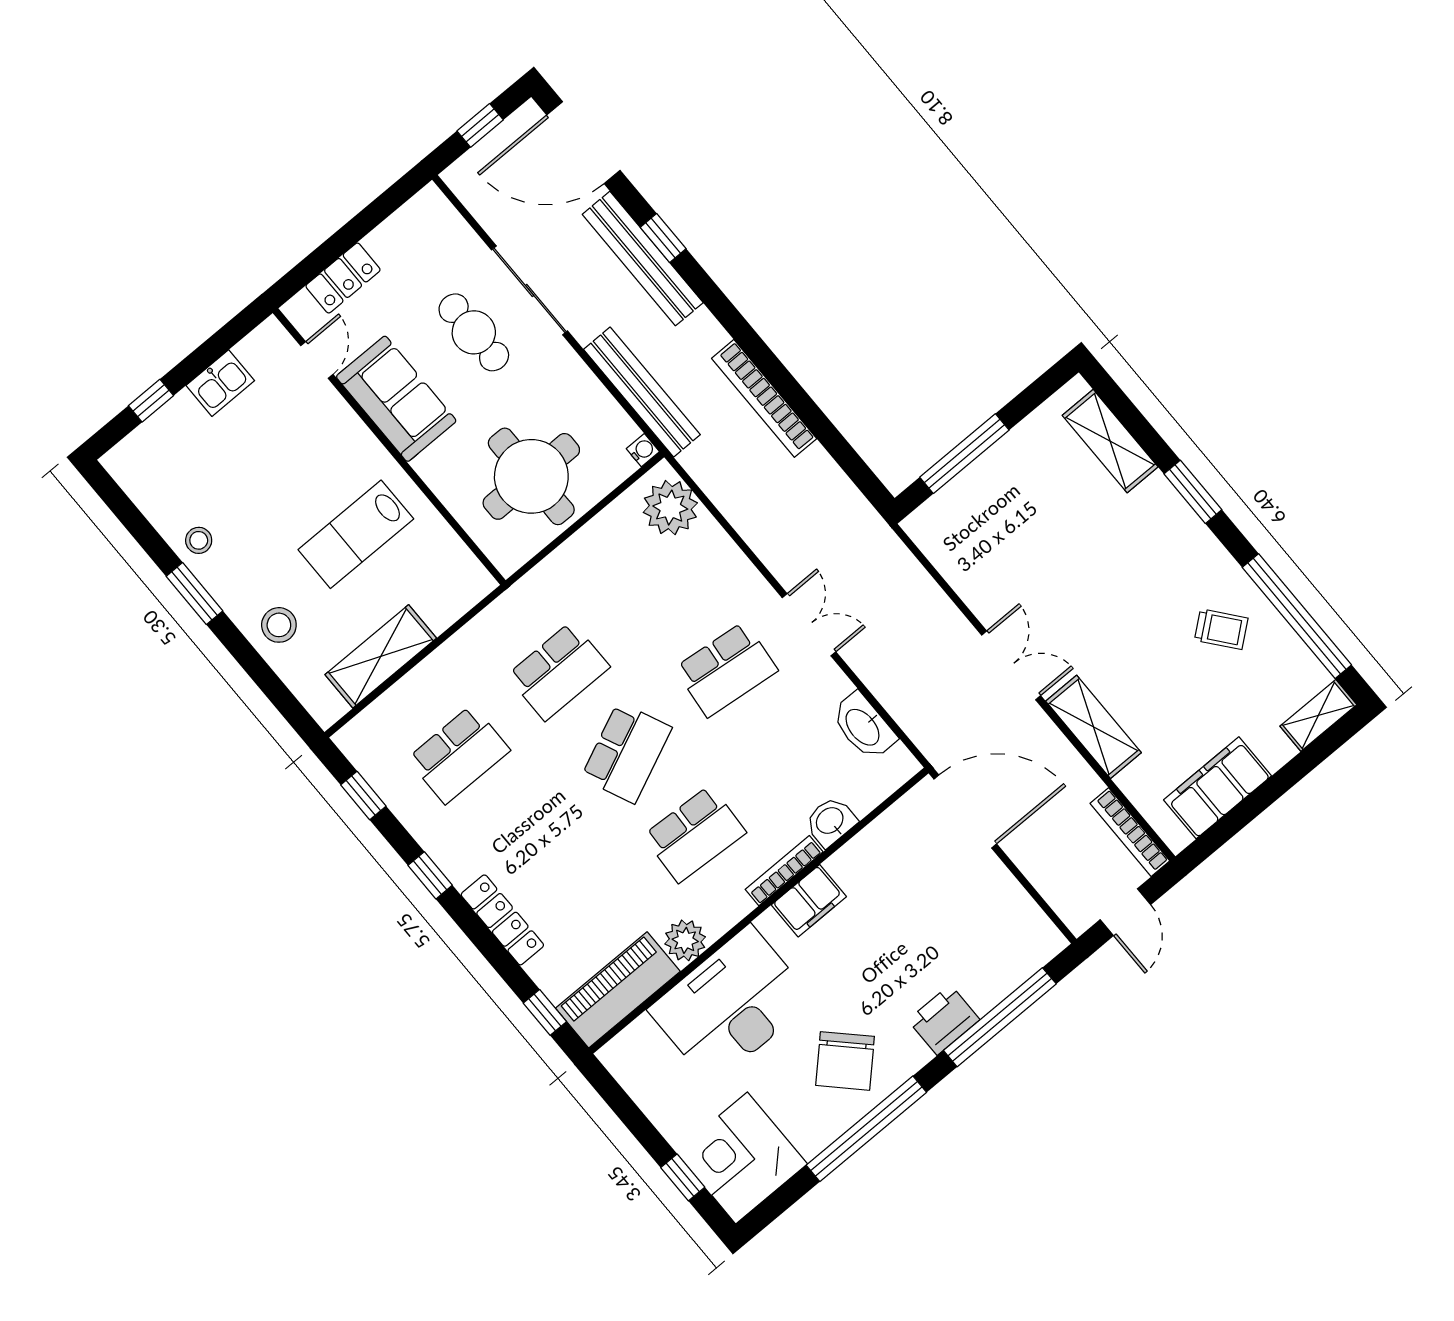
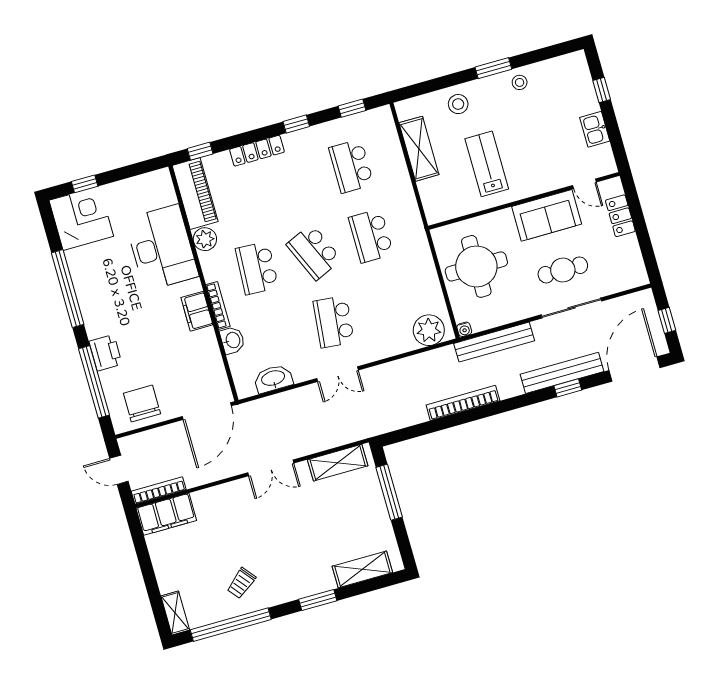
shelving: (1094, 727) -> (338, 463), moved
filing cabinet: (1218, 788) -> (166, 514), moved, turned 90
chair: (845, 1061) -> (142, 404), moved, turned 45

